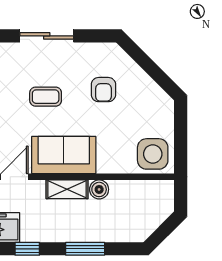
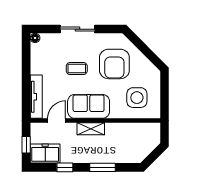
armchair: (103, 90) -> (114, 64), width x1.88, depth x1.88
side table: (153, 154) -> (137, 98), moved
boiler: (99, 189) -> (112, 129), removed

